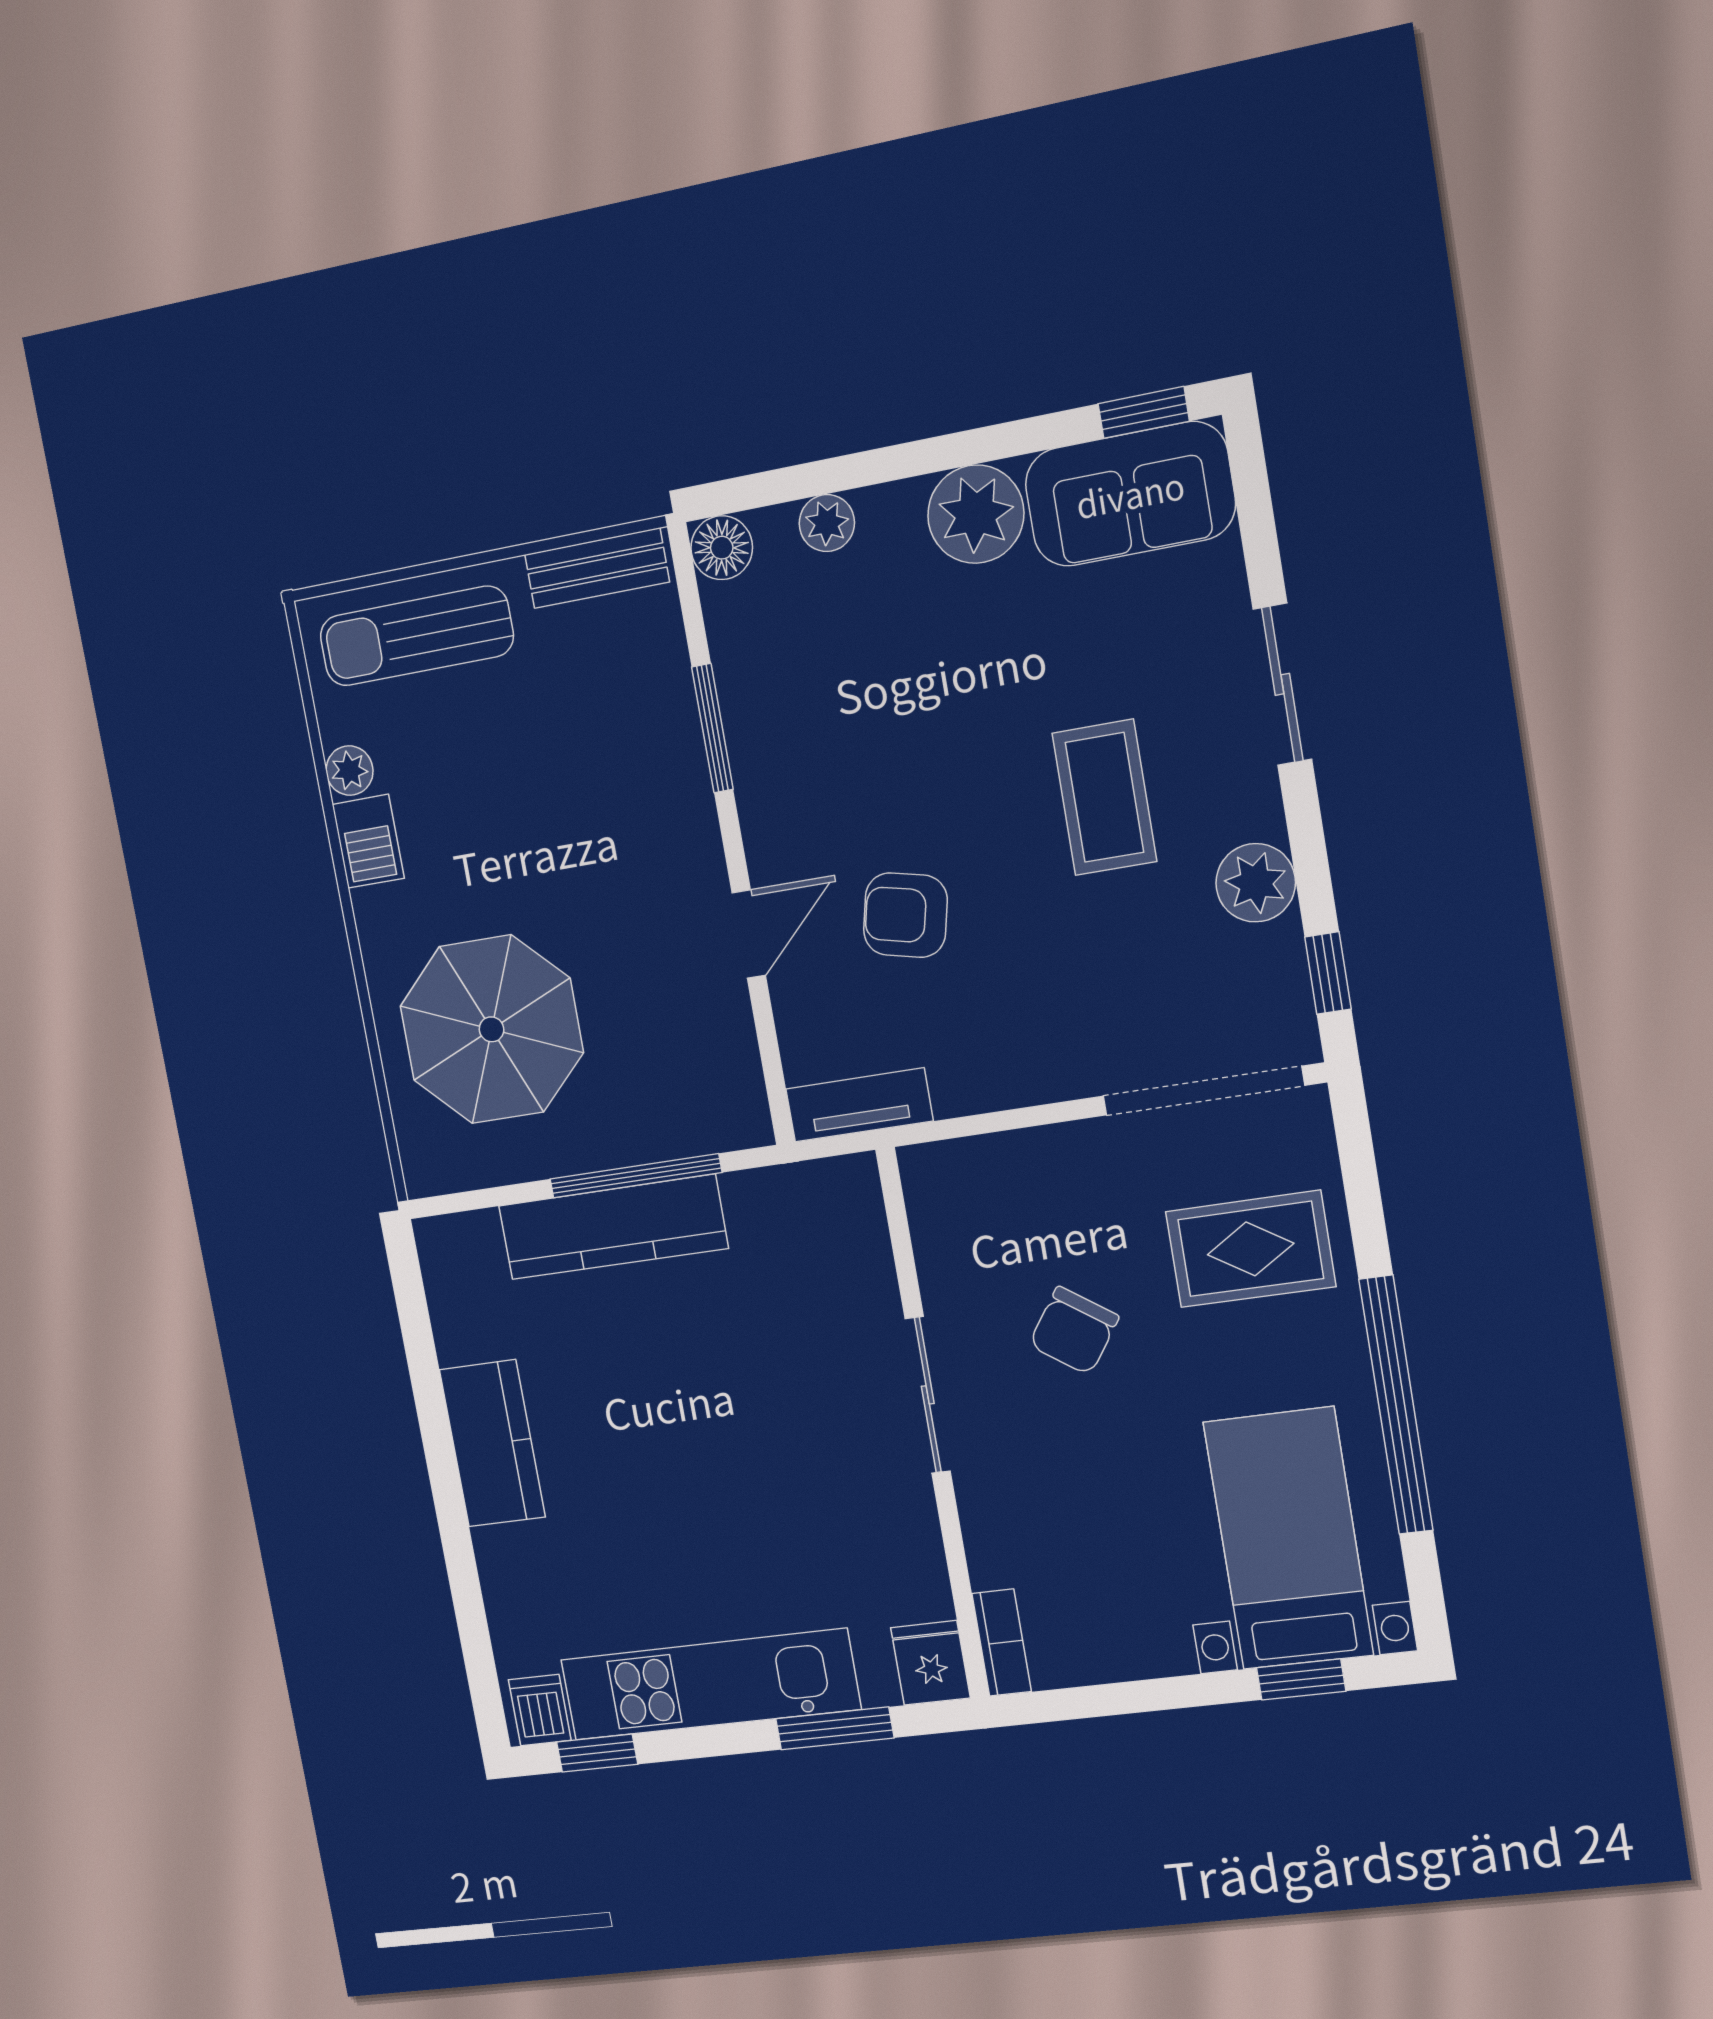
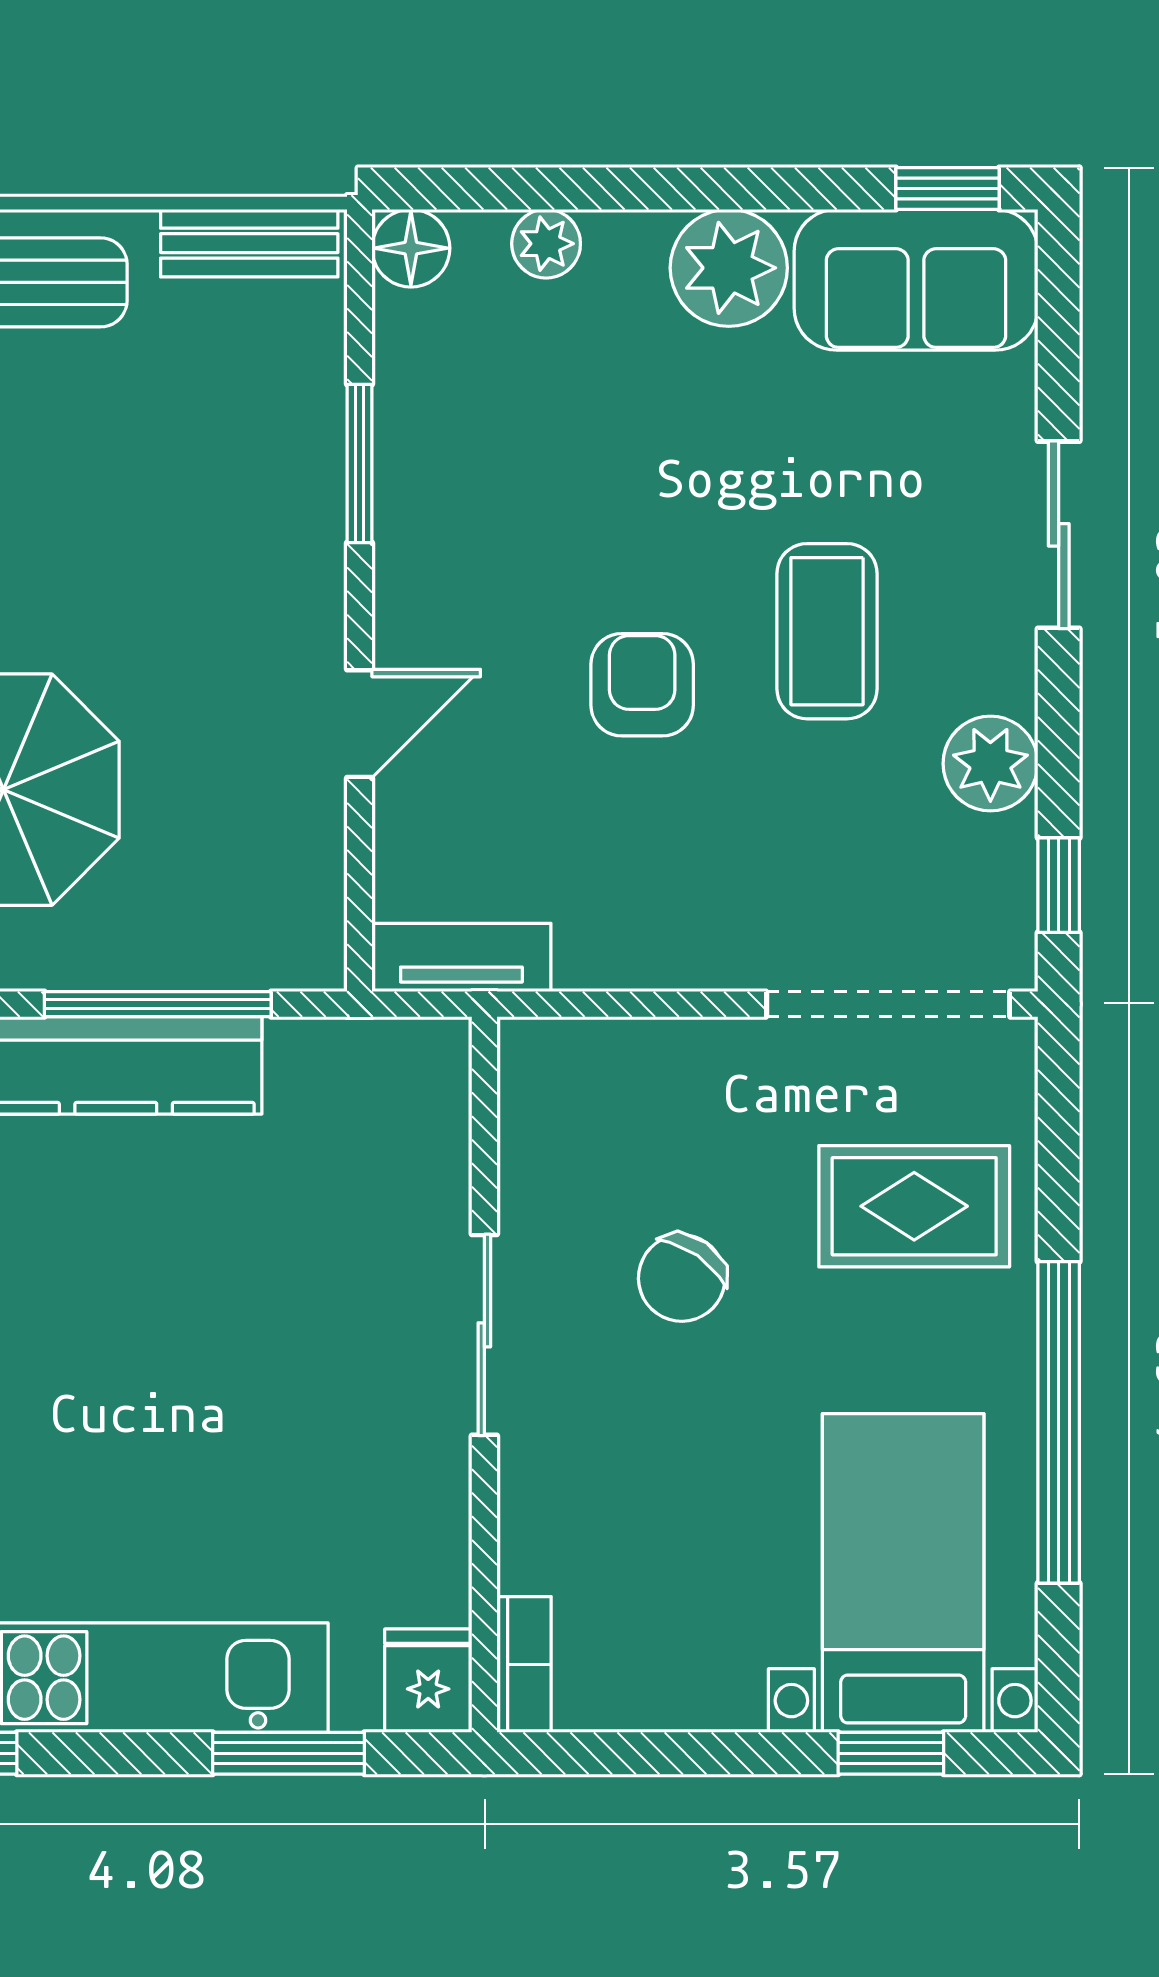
armchair: (905, 915) -> (642, 685), moved, turned 77

